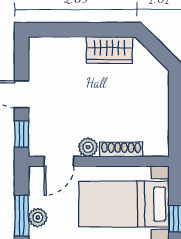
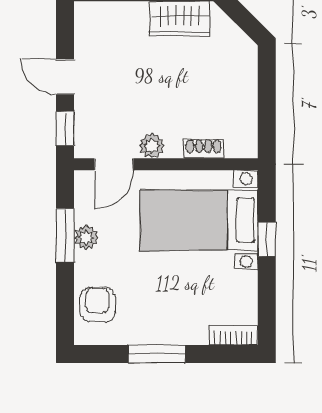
shoe rack: (121, 149) -> (204, 149), width x0.70

